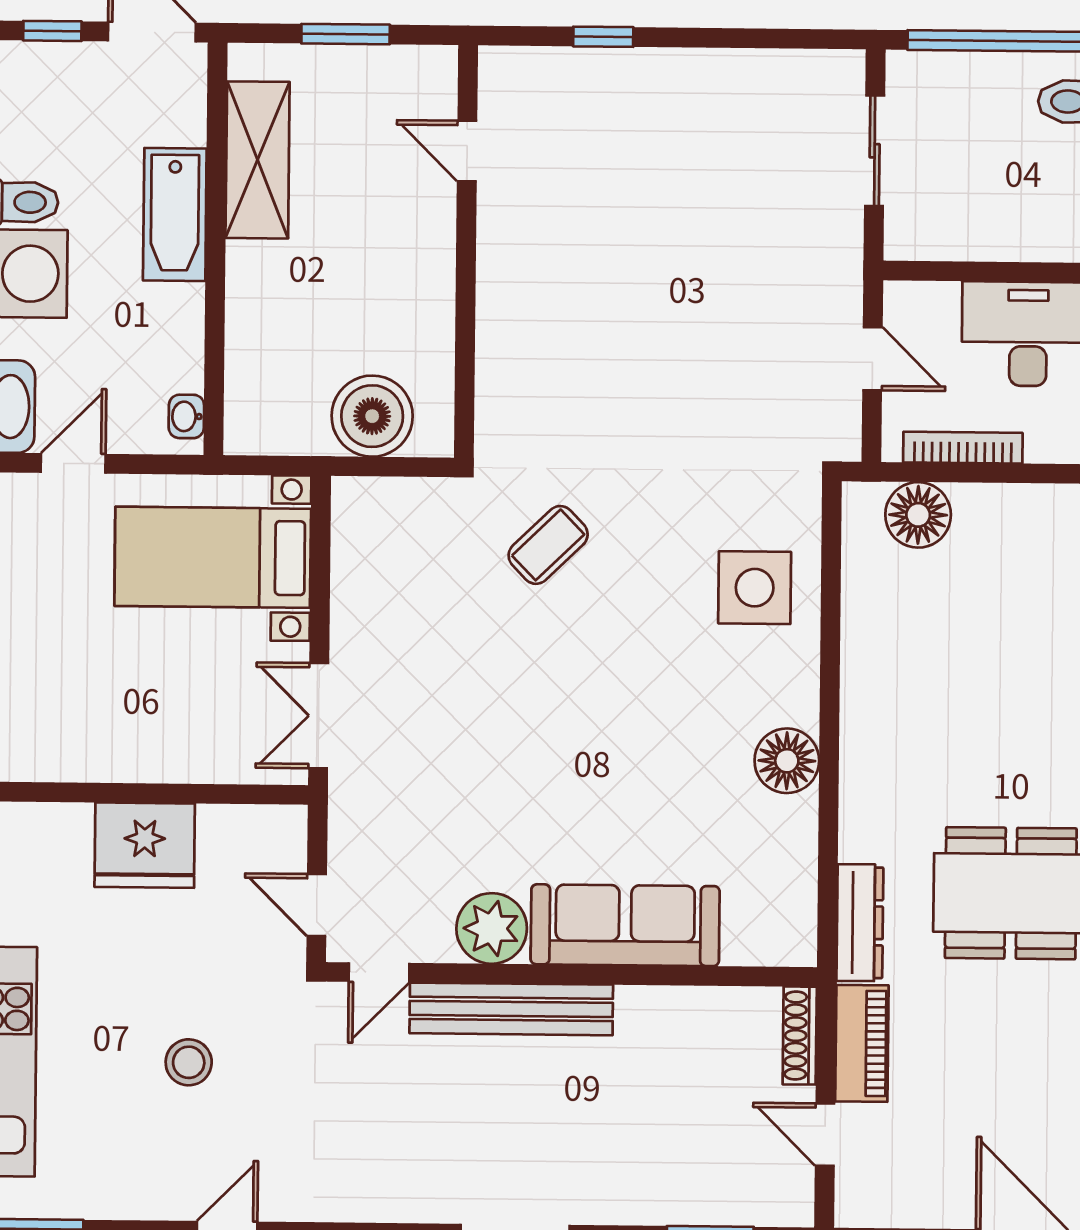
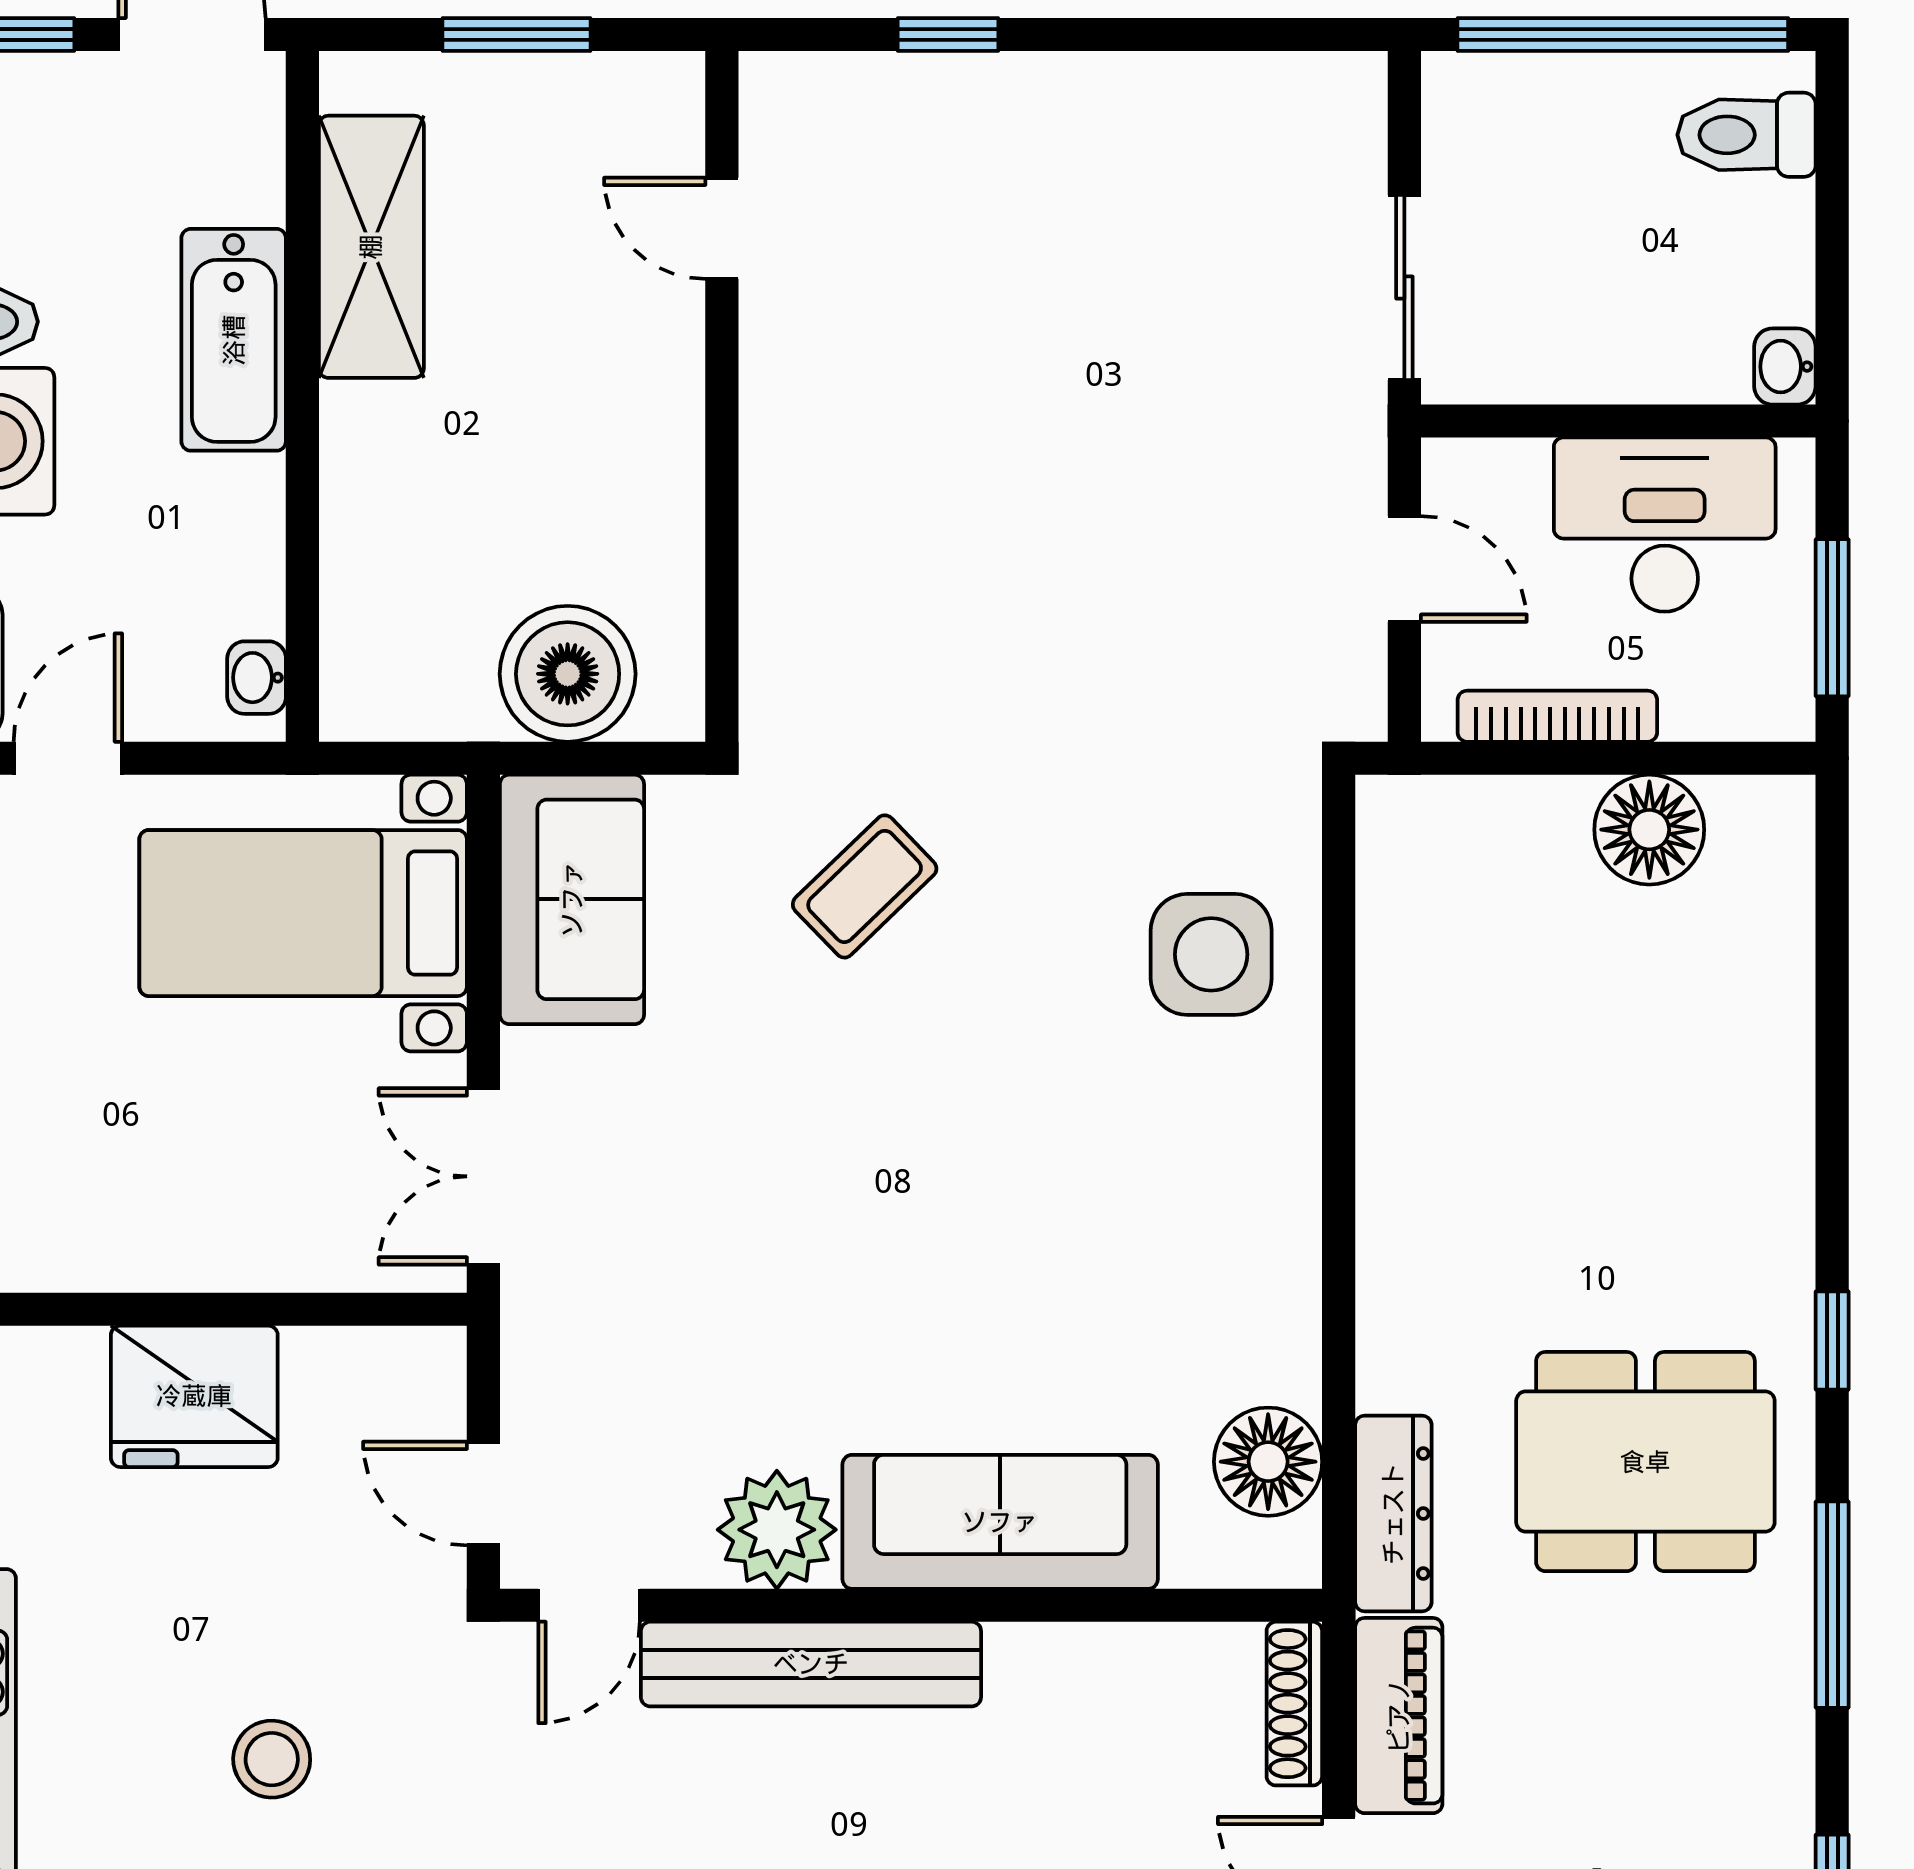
sliding door: (875, 151) -> (1404, 288), moved
floor lamp: (918, 515) -> (1649, 830), moved
sofa: (373, 551) -> (572, 899), added
floor lamp: (787, 761) -> (1268, 1462), moved

